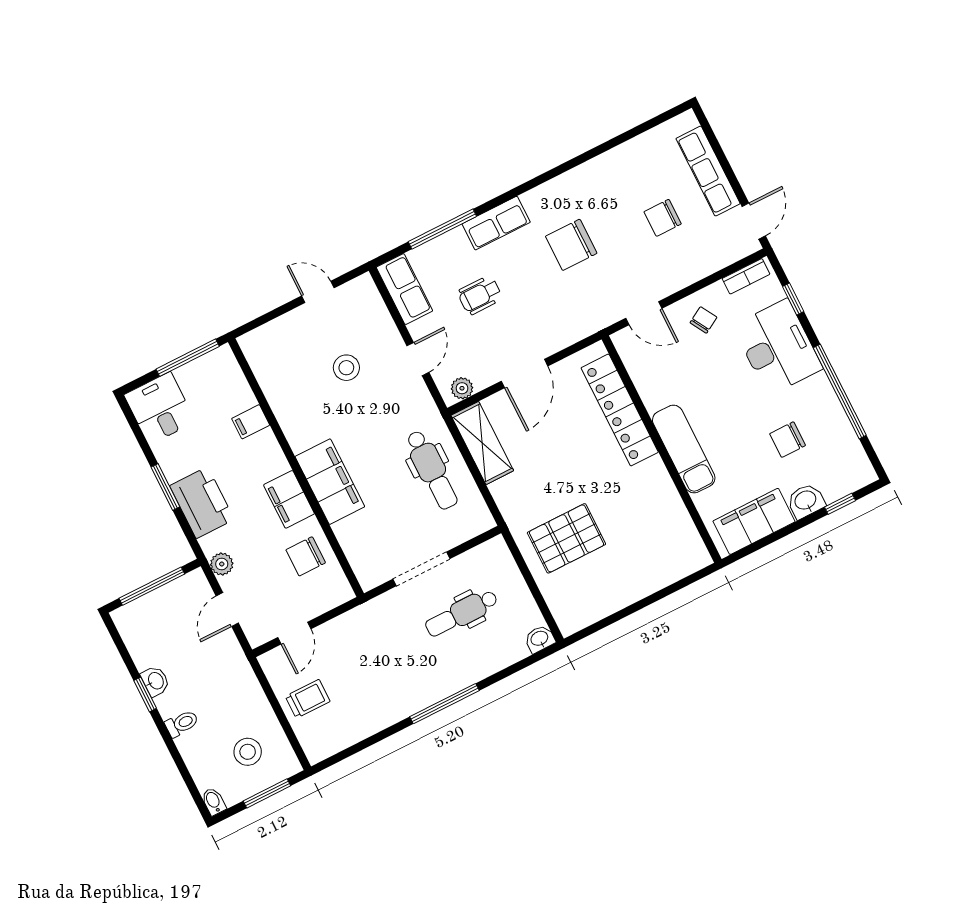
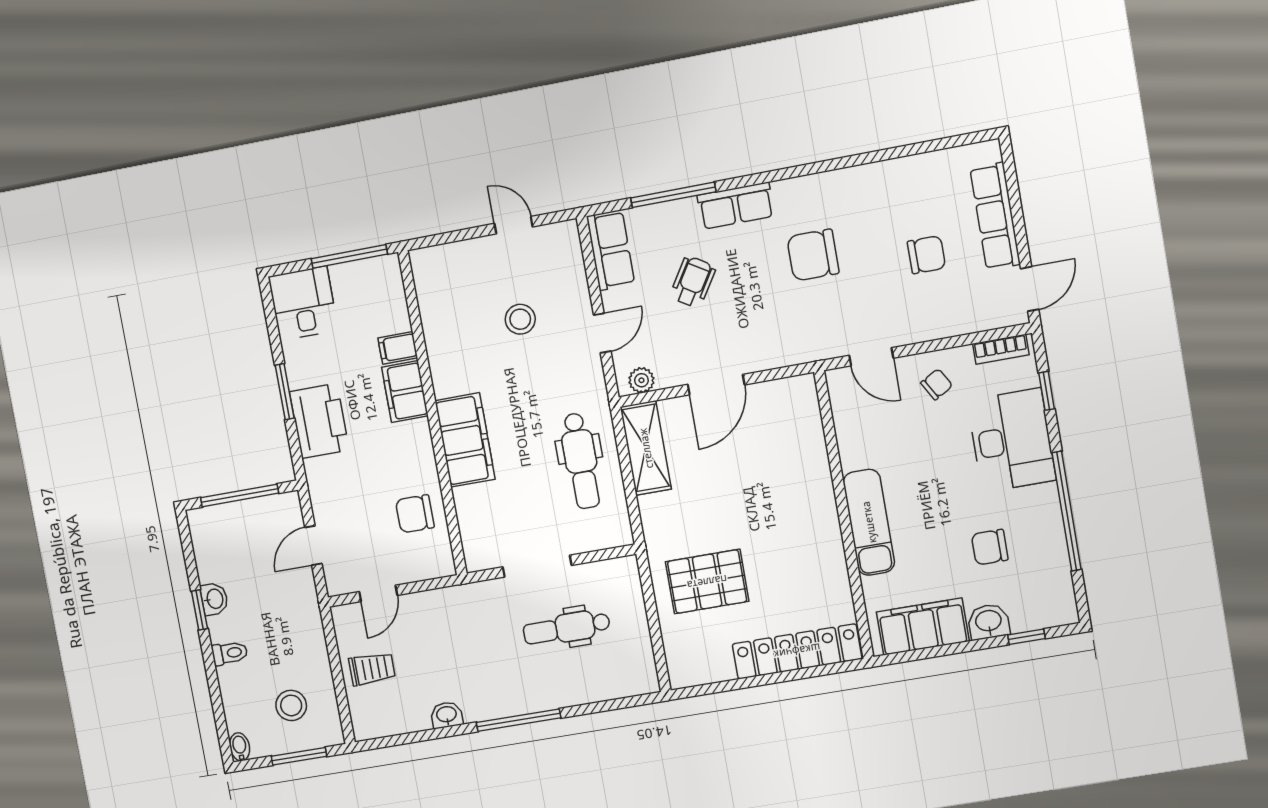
chair: (663, 218) -> (926, 255), turned 180
wheelchair: (480, 295) -> (693, 282), turned 122
locker: (620, 410) -> (797, 651), moved, turned 90
filing cabinet: (289, 499) -> (405, 392), moved
plant: (222, 564) -> (322, 494), removed
washbasin: (540, 639) -> (447, 715), moved

